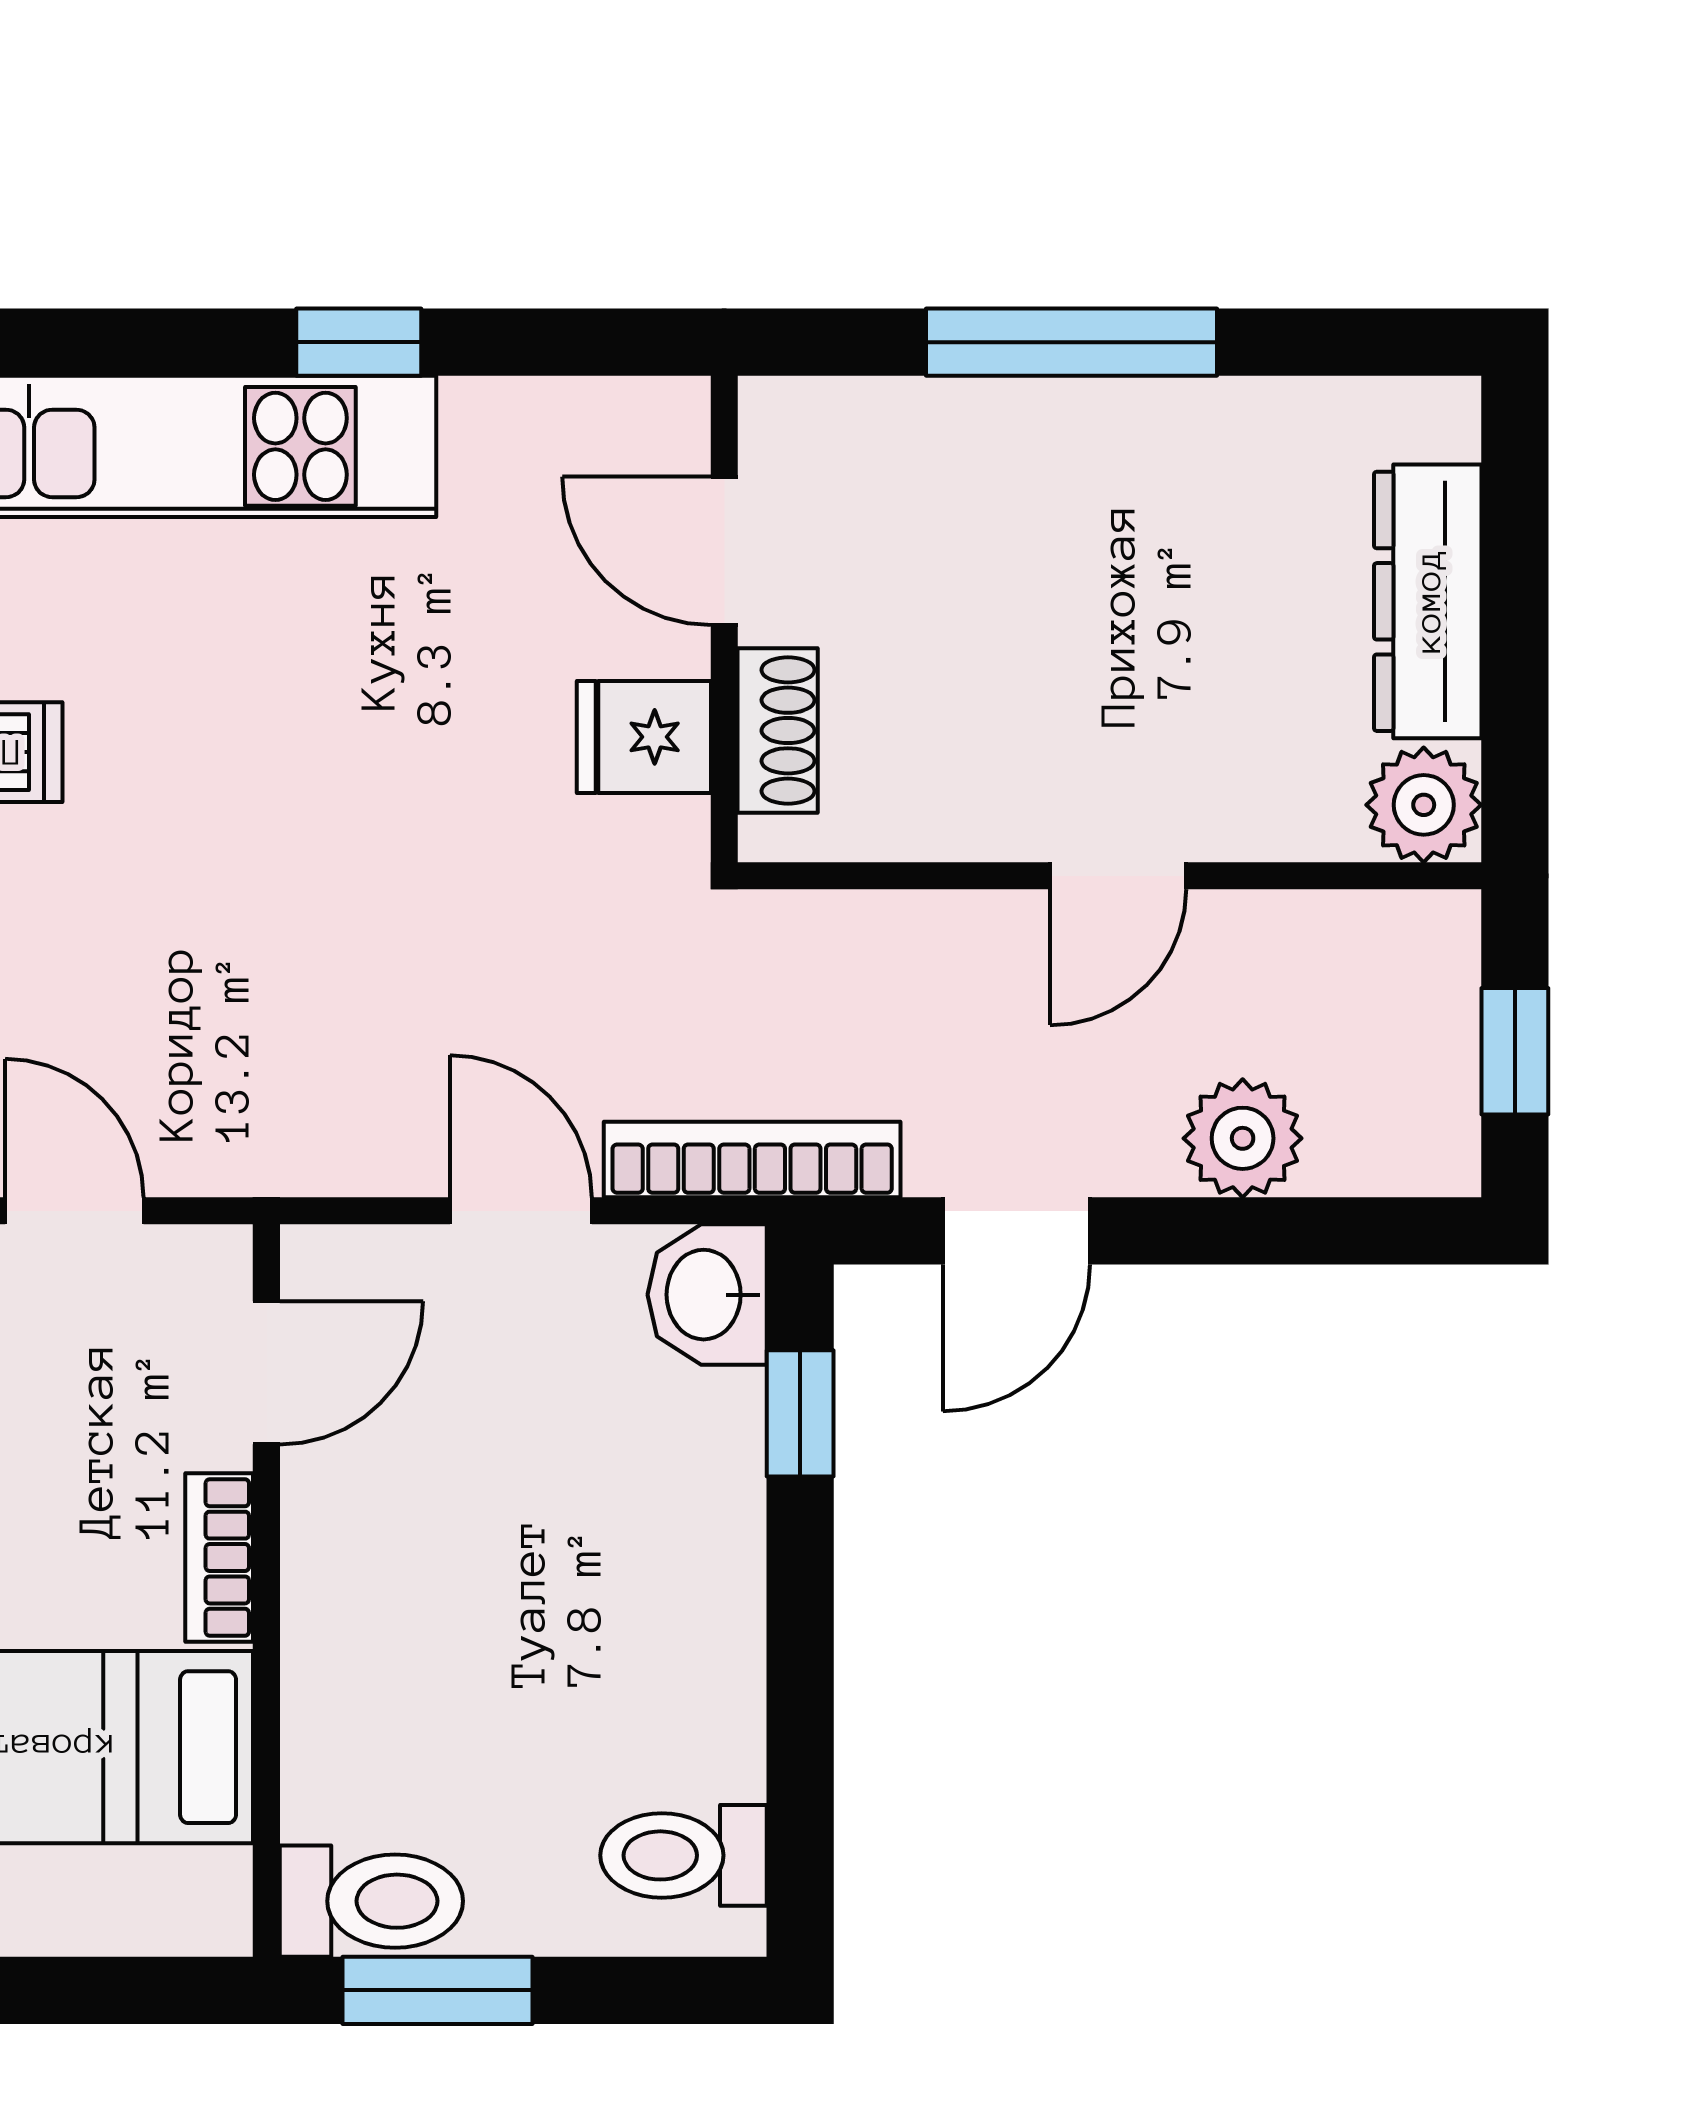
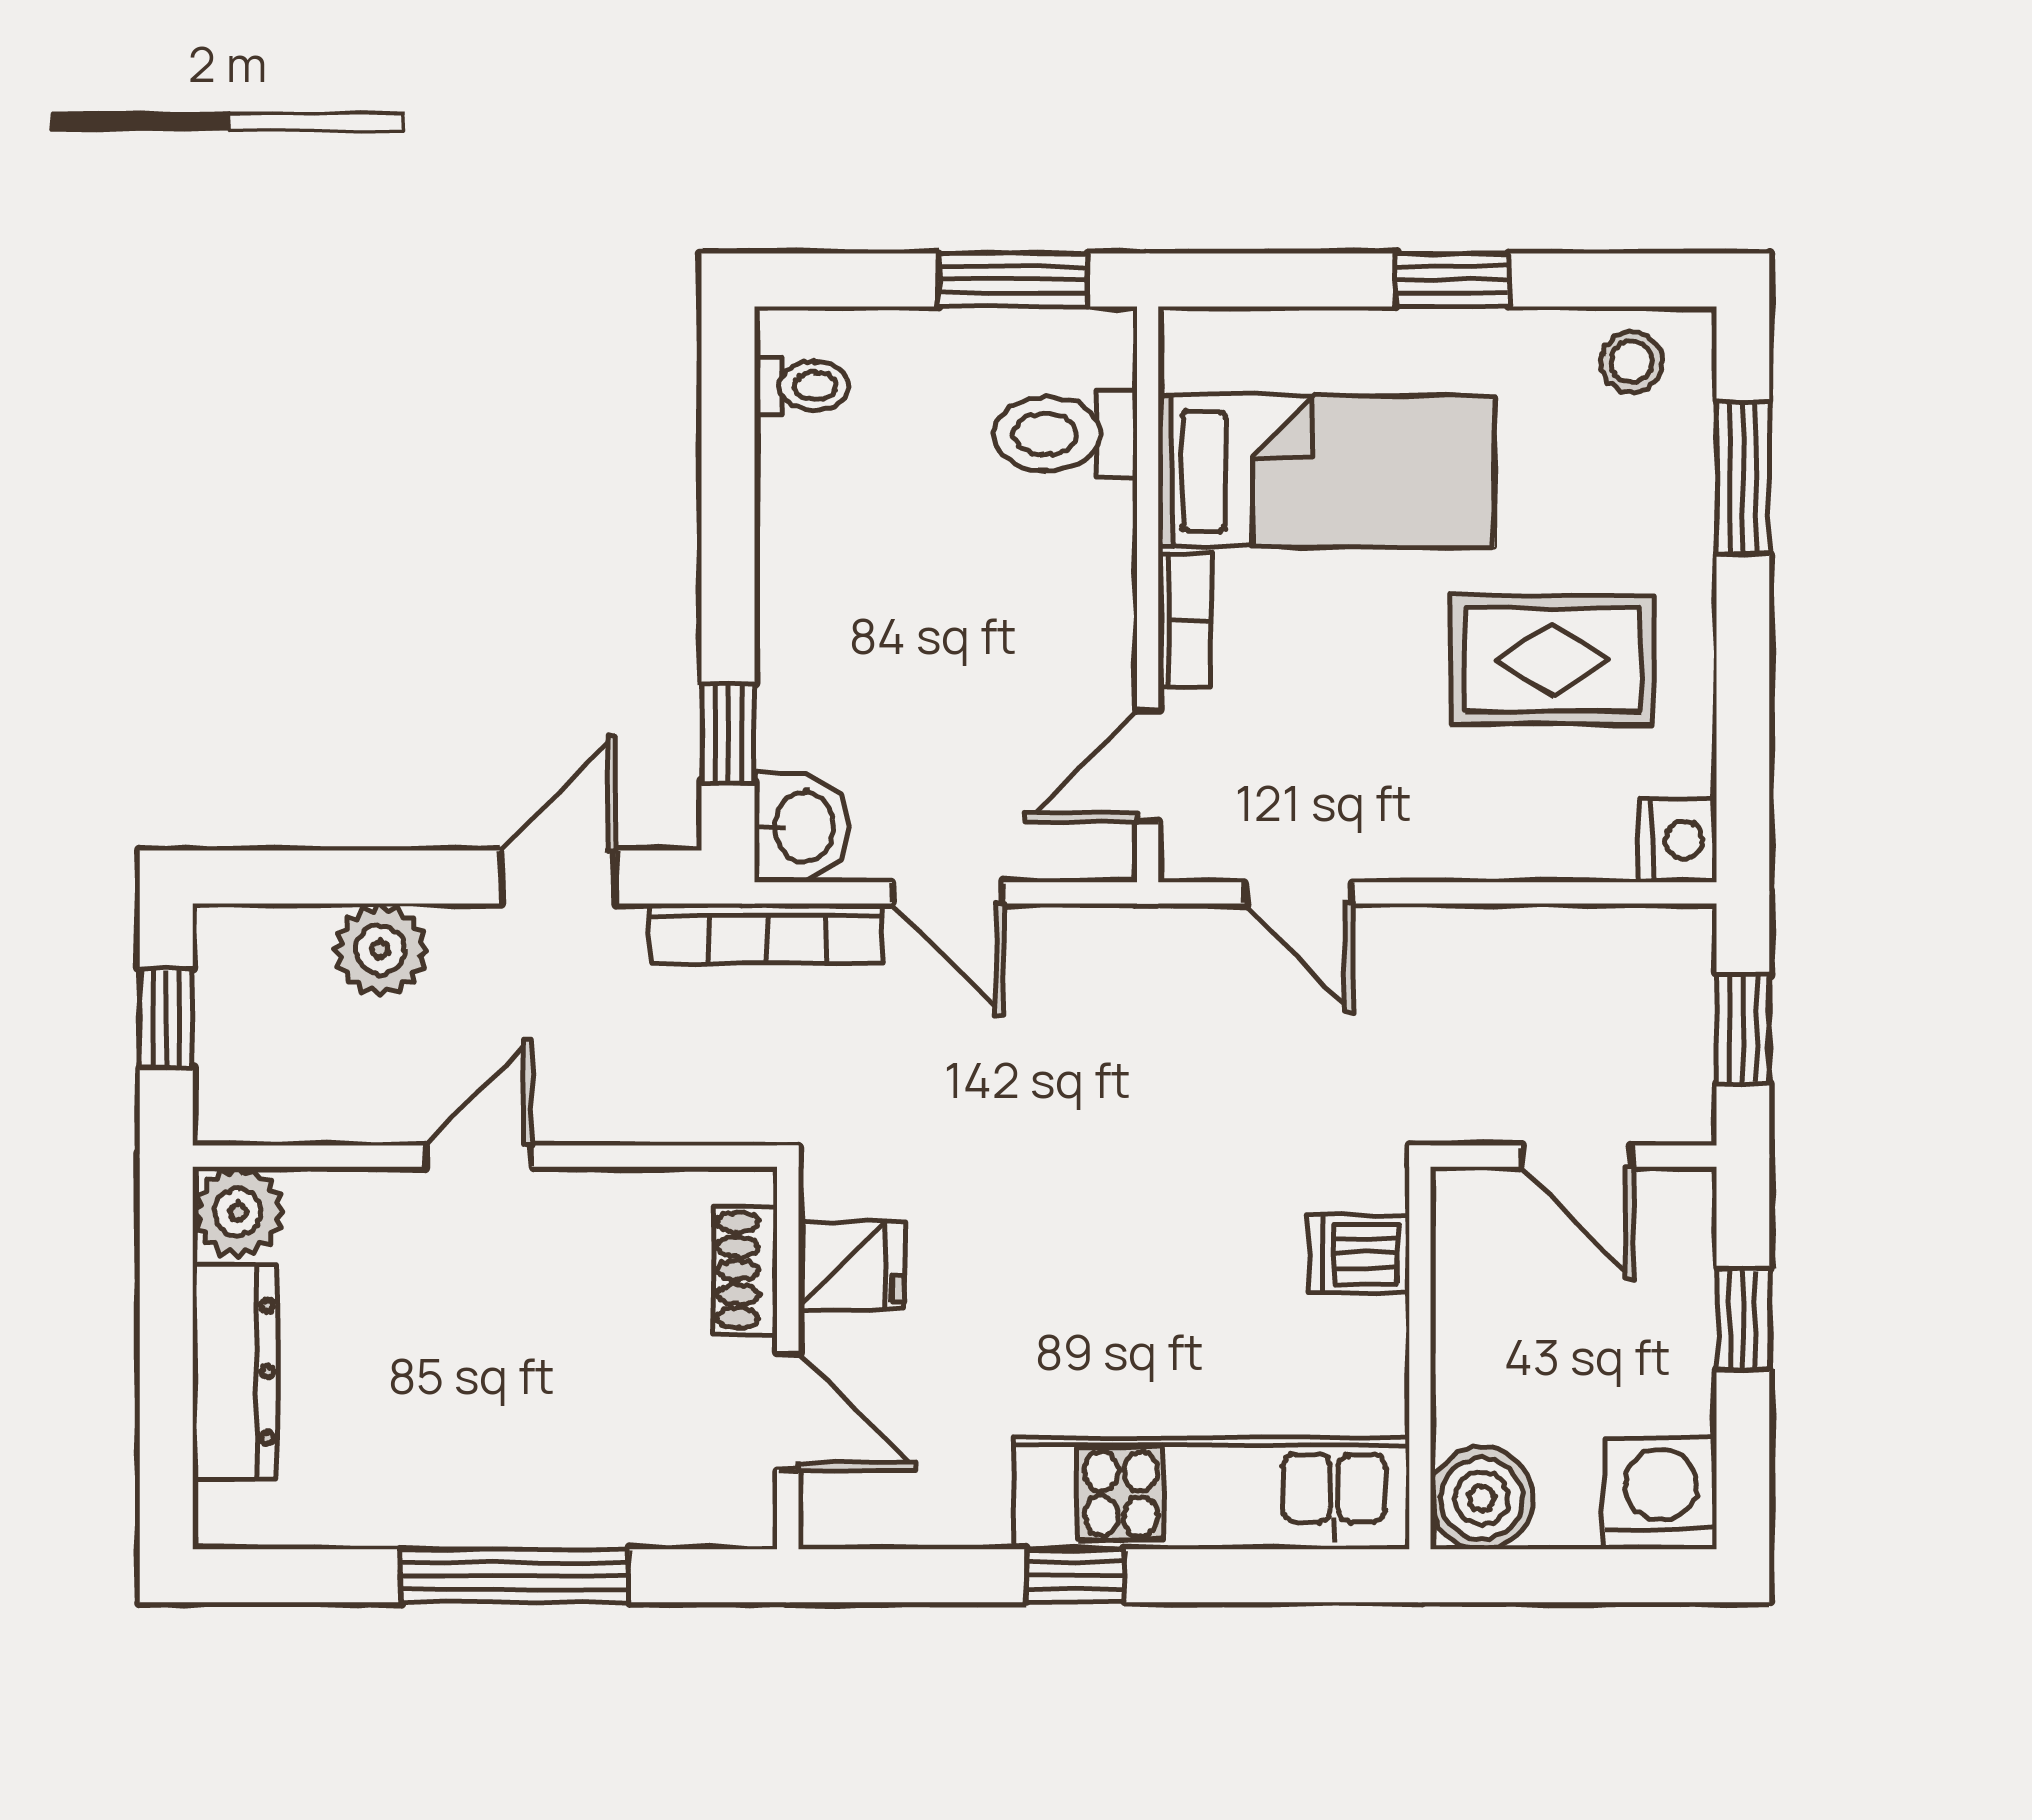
toilet: (684, 1855) -> (802, 386), width x0.73, depth x0.72
toilet: (371, 1901) -> (1065, 434), moved

